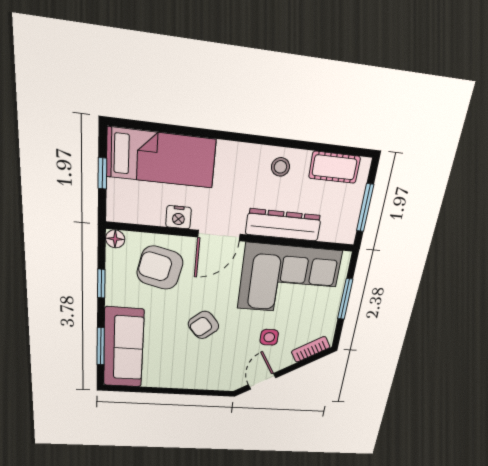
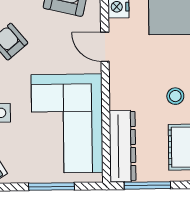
dresser: (283, 225) -> (123, 146), moved
door: (219, 236) -> (105, 47), width x0.73

